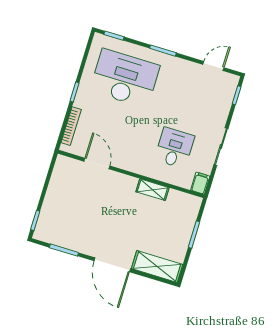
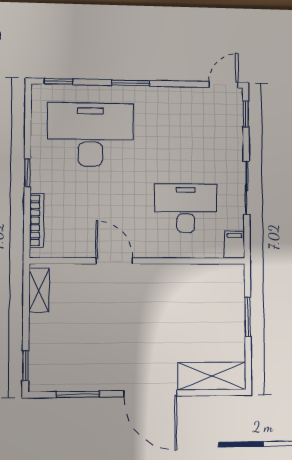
door: (213, 66) -> (223, 85), moved
desk: (174, 148) -> (186, 208), width x1.37
door: (97, 164) -> (114, 261), moved
shelving: (152, 190) -> (39, 290), moved, turned 90

